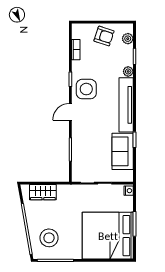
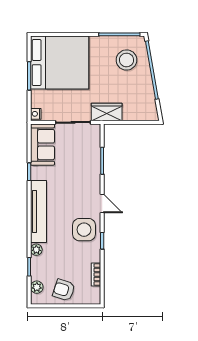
door: (70, 112) -> (102, 204), hinge flipped
sofa: (123, 151) -> (42, 145), moved
wardrobe: (43, 192) -> (107, 112), moved

